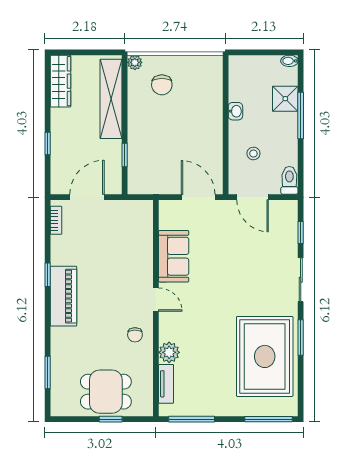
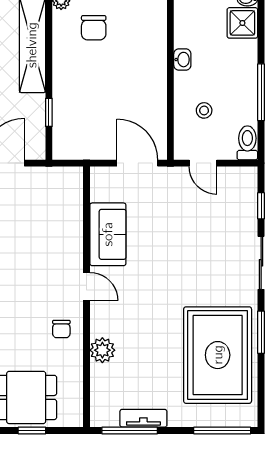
shower: (285, 99) -> (242, 23), moved
window: (301, 116) -> (261, 92), moved
door: (253, 197) -> (203, 163), width x0.73
tv unit: (166, 384) -> (143, 418), moved, turned -90

